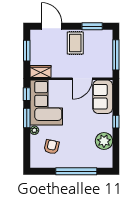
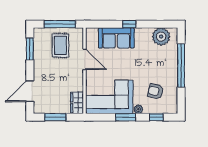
rug: (75, 43) -> (60, 45), moved, turned 90
window: (27, 94) -> (156, 117), moved
sofa: (103, 97) -> (116, 38), moved
plant: (104, 141) -> (161, 37), moved

